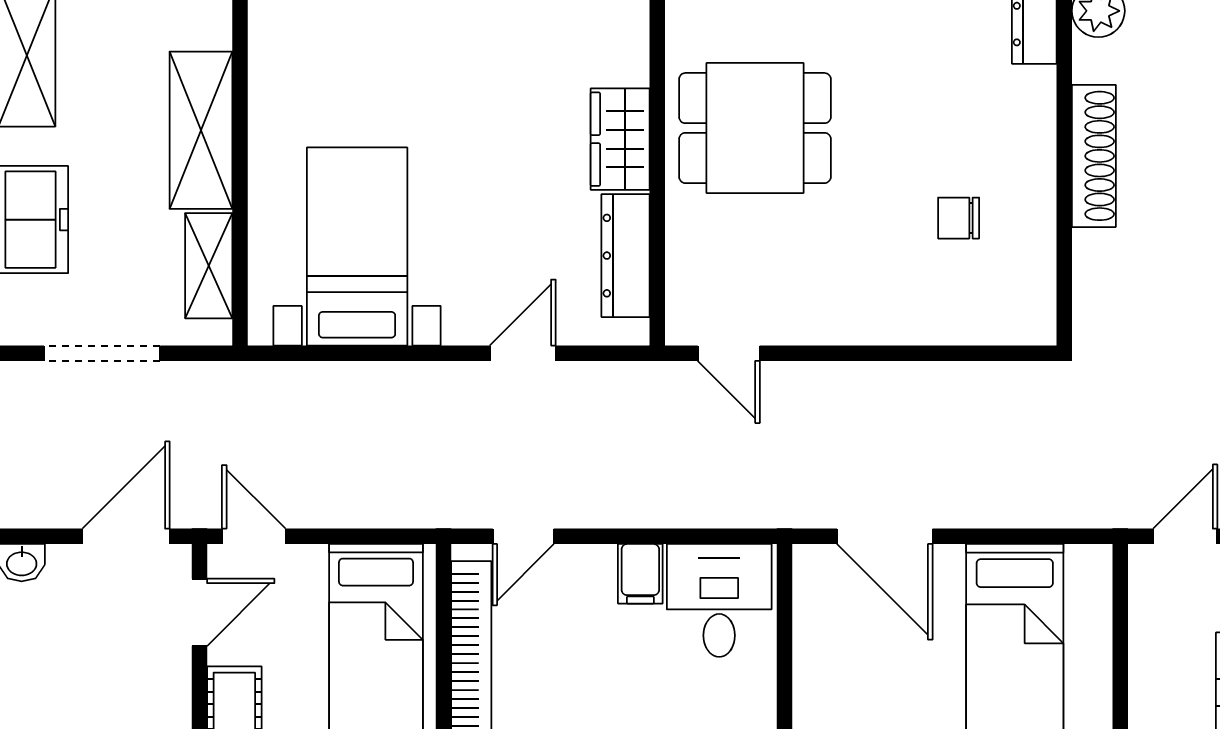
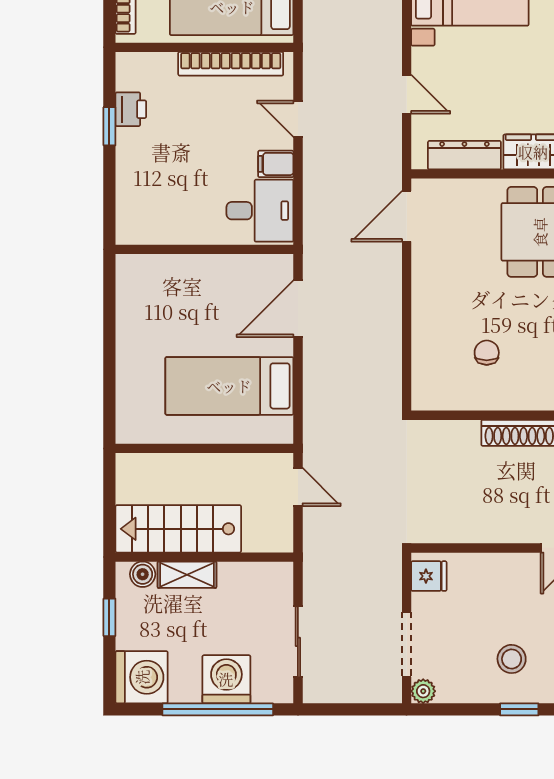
door: (729, 353) -> (407, 216), width x1.38
door: (523, 536) -> (298, 119), moved

